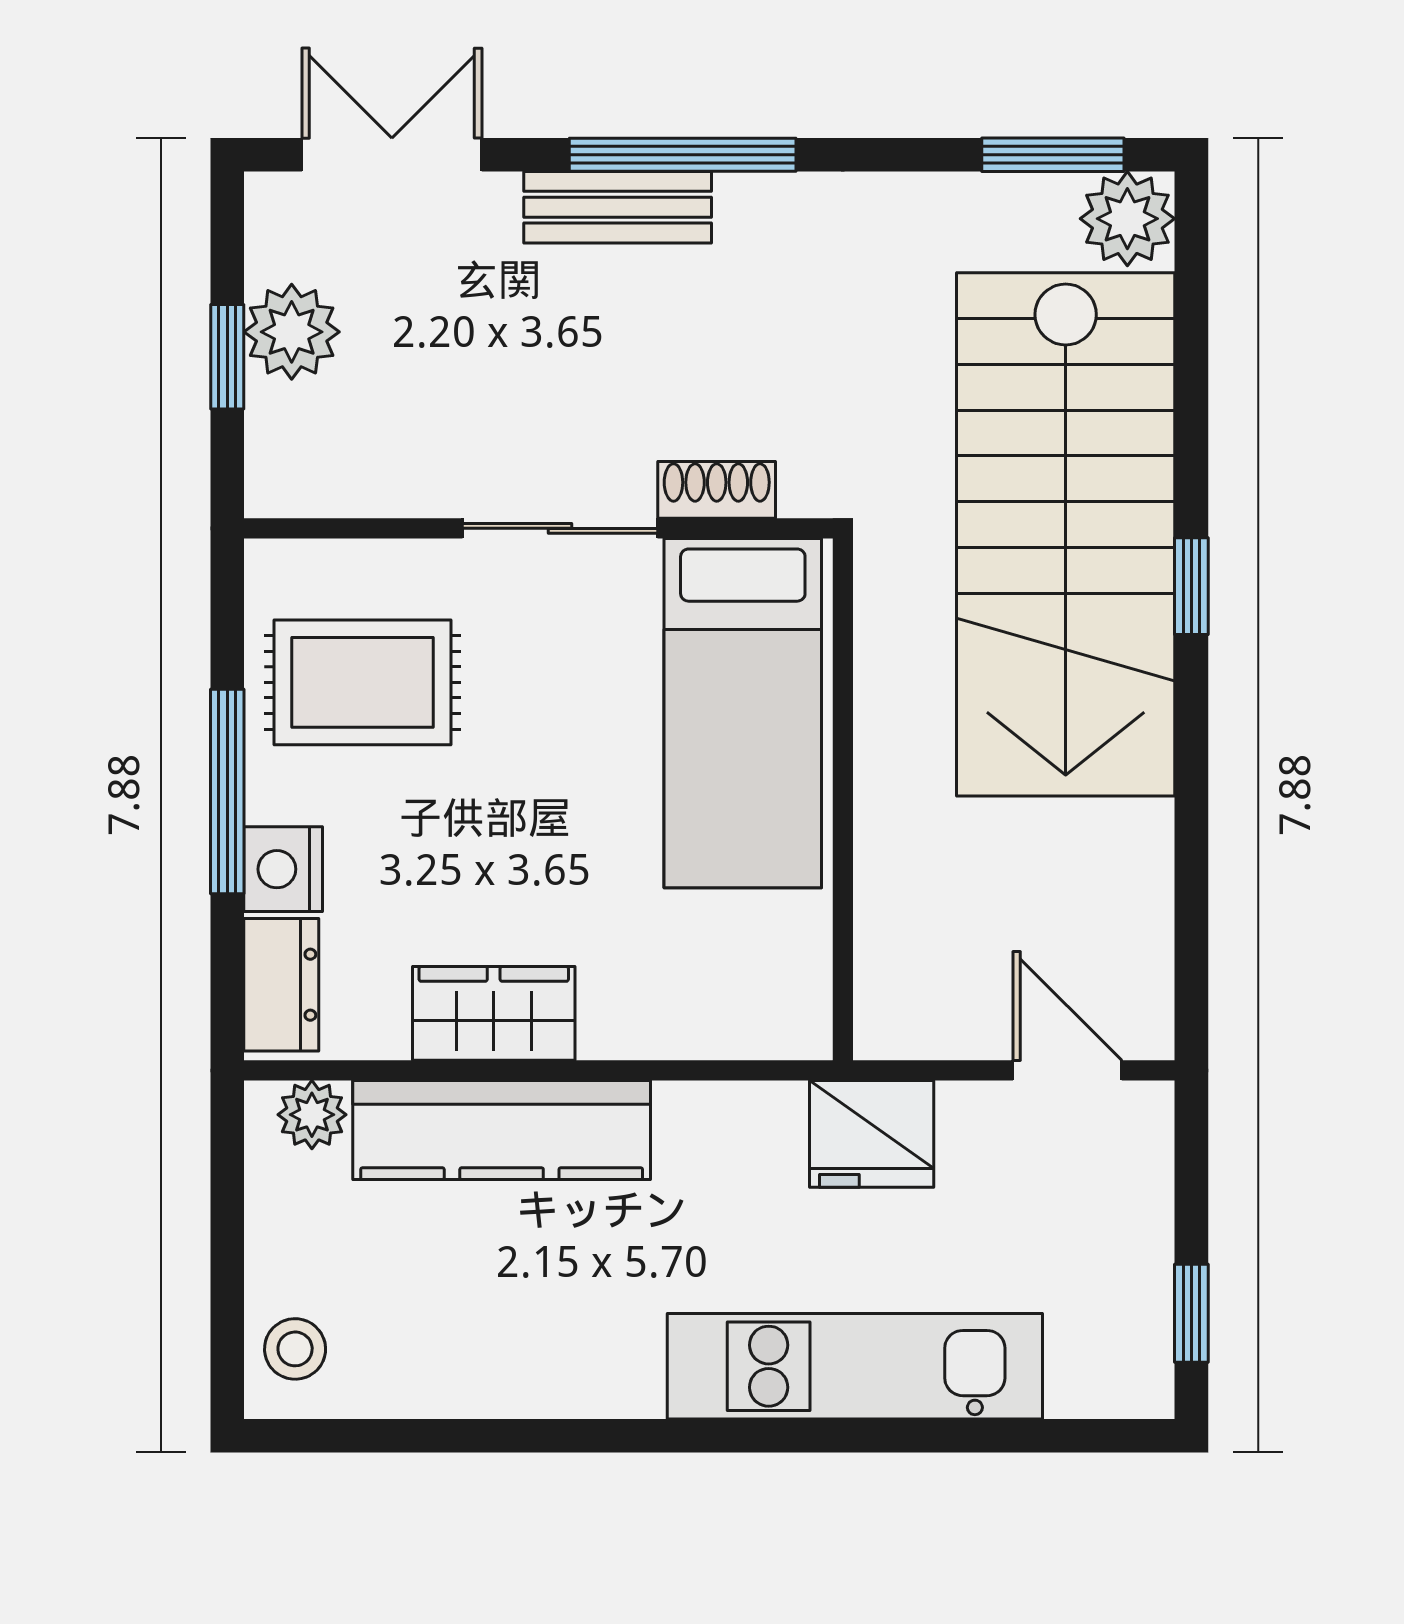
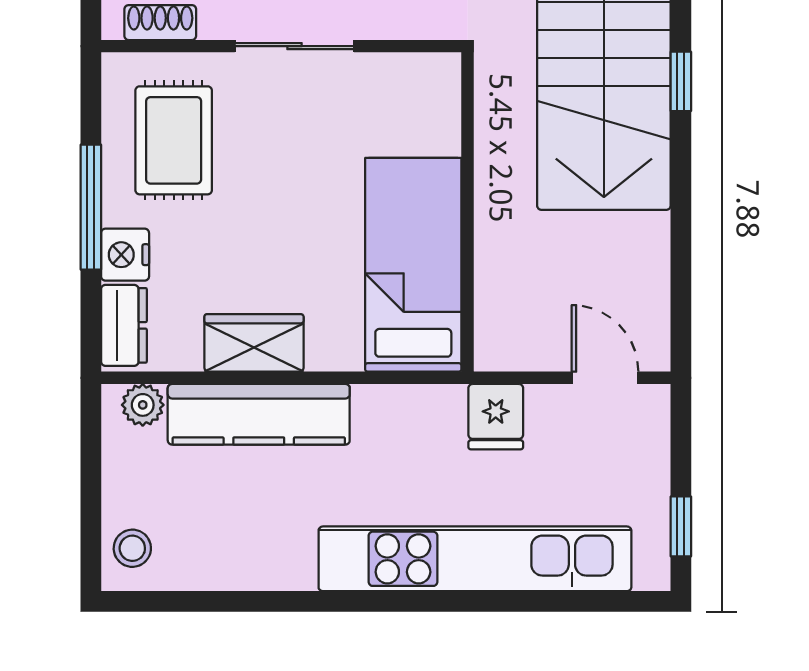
shoe rack: (717, 490) -> (160, 23), moved
rug: (363, 682) -> (174, 140), turned 90
bed: (743, 713) -> (413, 265), moved, turned 180
fridge: (872, 1134) -> (496, 417), width x0.72
kitchen unit: (855, 1366) -> (475, 559), width x1.36

